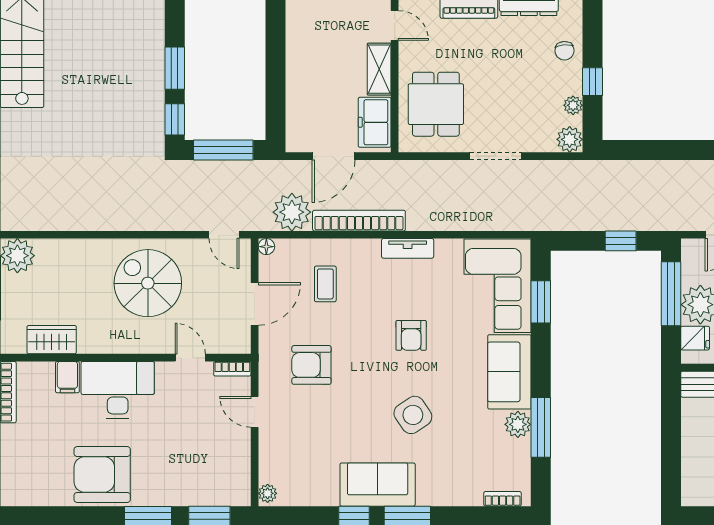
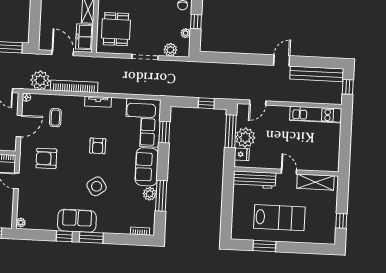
plant: (570, 139) -> (170, 50), moved
door: (333, 156) -> (63, 53), swing flipped

